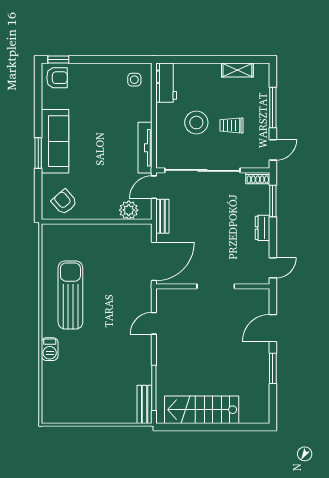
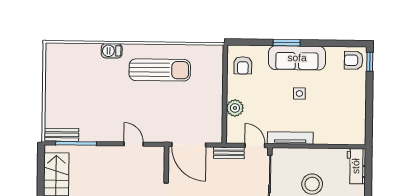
armchair: (57, 78) -> (354, 60), turned 90
side table: (134, 80) -> (299, 93), moved
workbench: (166, 83) -> (356, 166), moved, turned 90
armchair: (64, 202) -> (243, 65), turned 131
plant: (129, 210) -> (235, 108), moved

